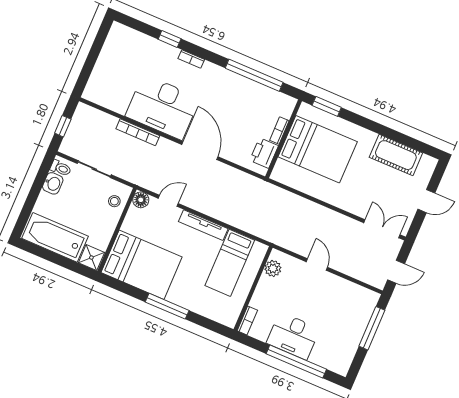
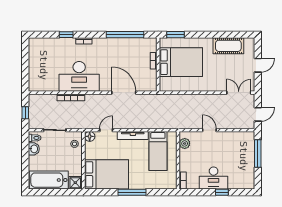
door: (200, 151) -> (124, 93), moved
printer: (264, 153) -> (150, 78), removed
window: (296, 362) -> (222, 192), width x0.32

